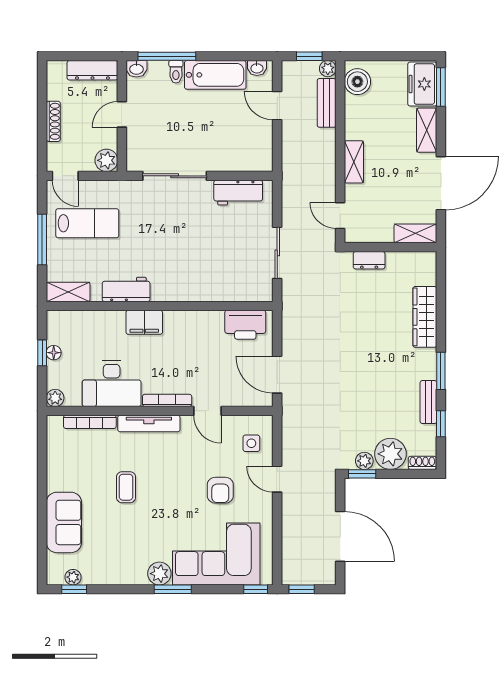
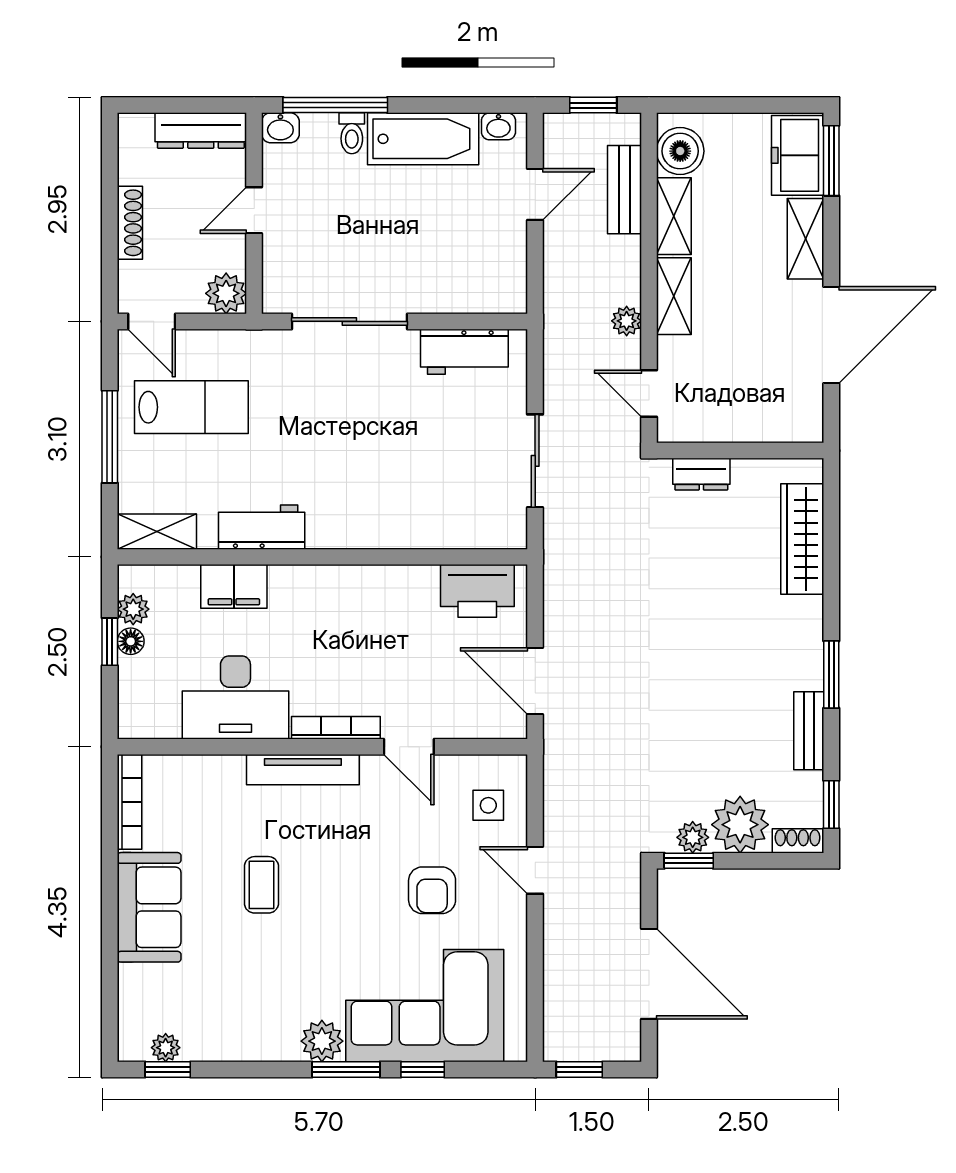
plant: (328, 69) -> (627, 321), moved
door: (277, 106) -> (535, 194), swing flipped
shelving: (415, 233) -> (674, 216), moved, turned 90
wardrobe: (425, 317) -> (802, 539), moved
filing cabinet: (144, 322) -> (234, 586), moved
plant: (55, 398) -> (133, 609), moved
bookcase: (90, 422) -> (130, 802), moved, turned -90
window: (441, 424) -> (831, 805), moved
sofa: (64, 522) -> (149, 907), moved
window: (256, 589) -> (423, 1070), moved

